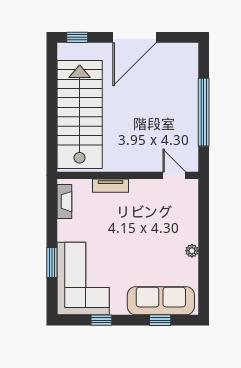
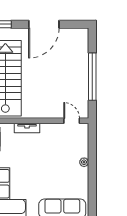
plant: (192, 251) -> (84, 162), moved

